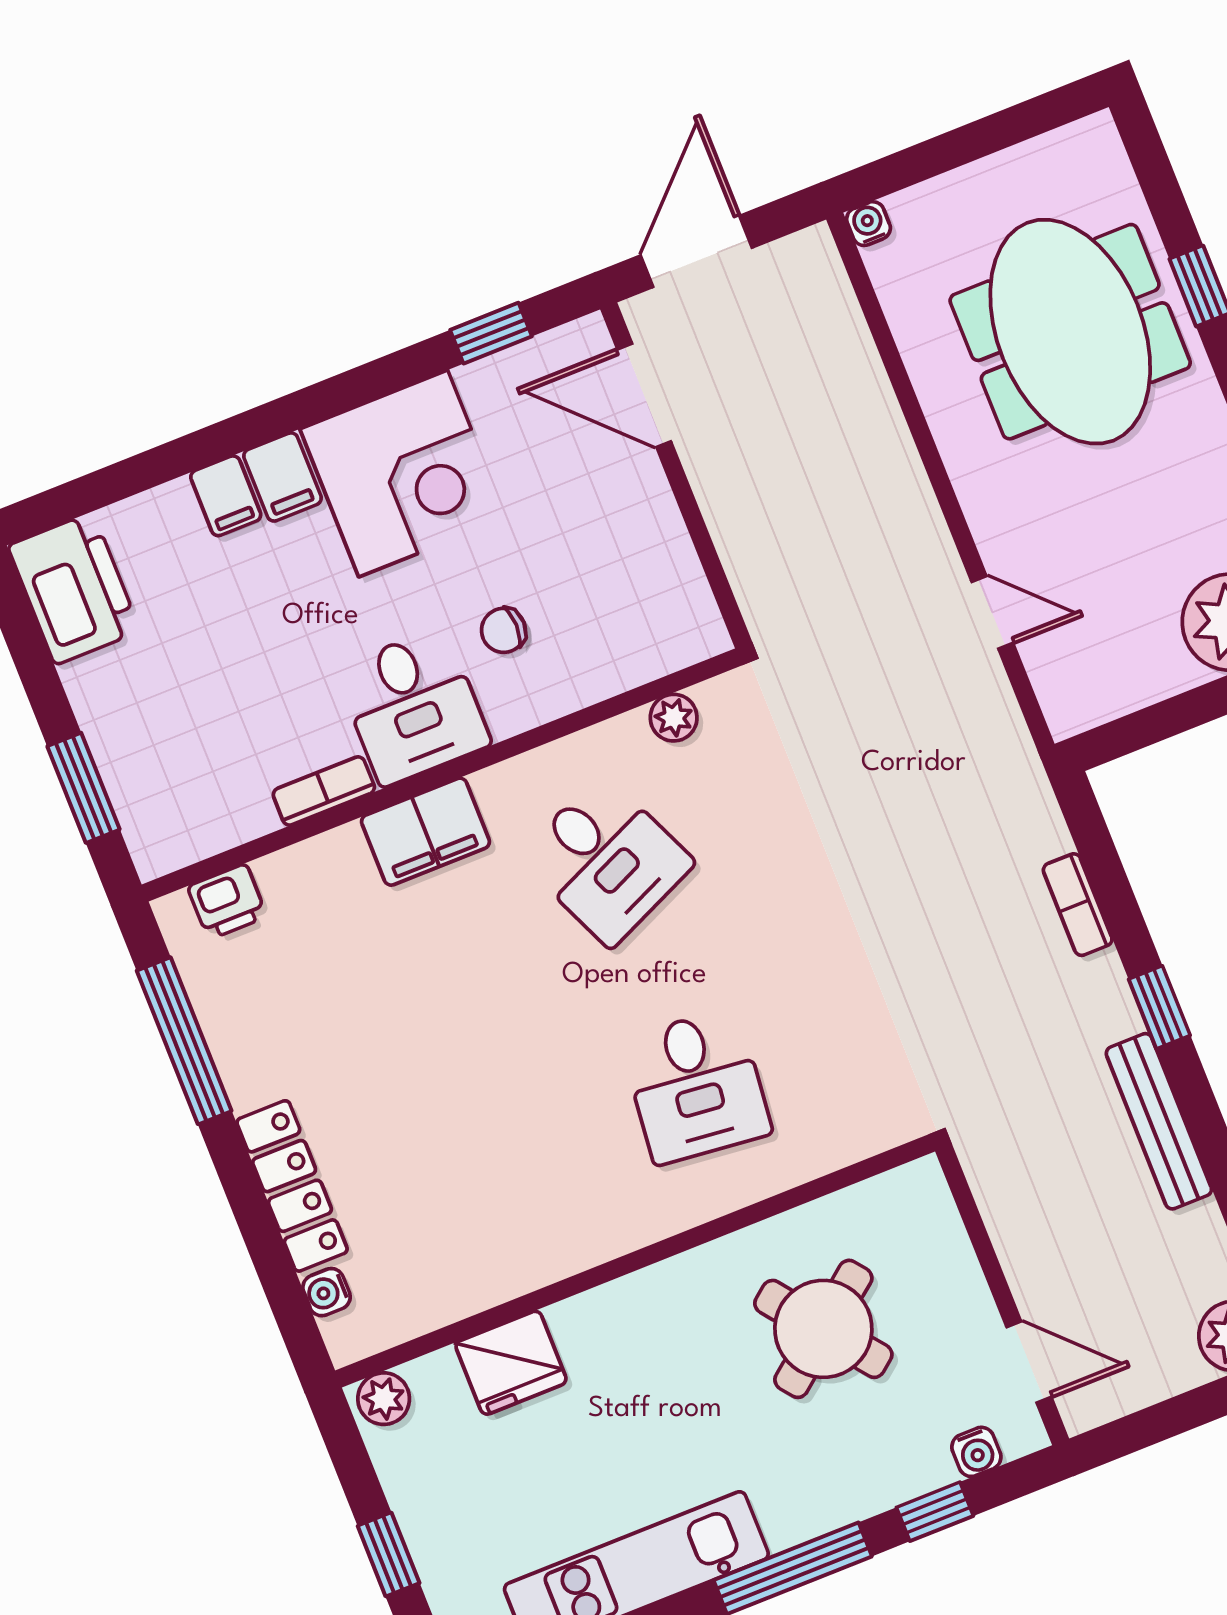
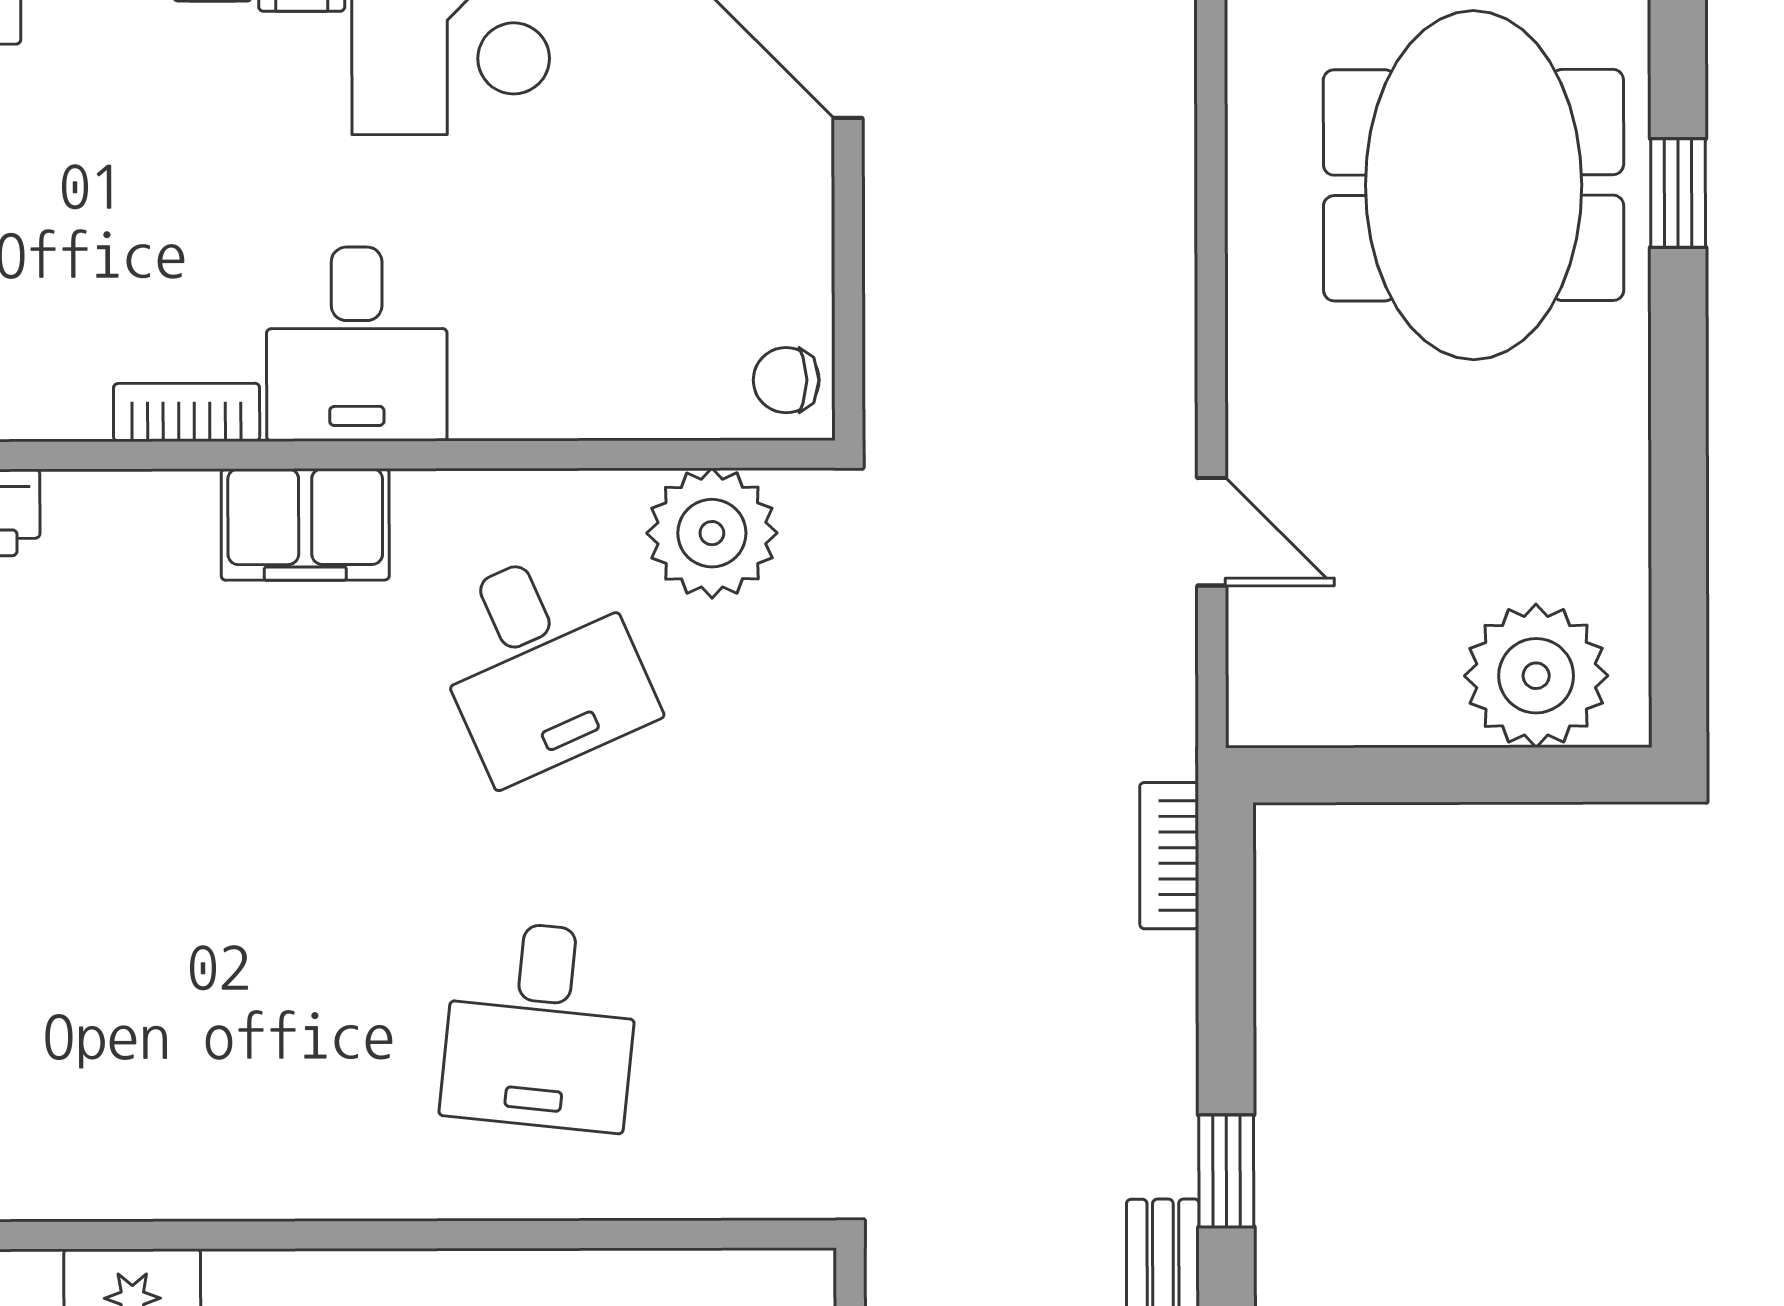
chair: (504, 630) -> (786, 380), moved
plant: (674, 718) -> (712, 533), width x1.88, depth x1.88
bookcase: (1078, 905) -> (1169, 856), moved

